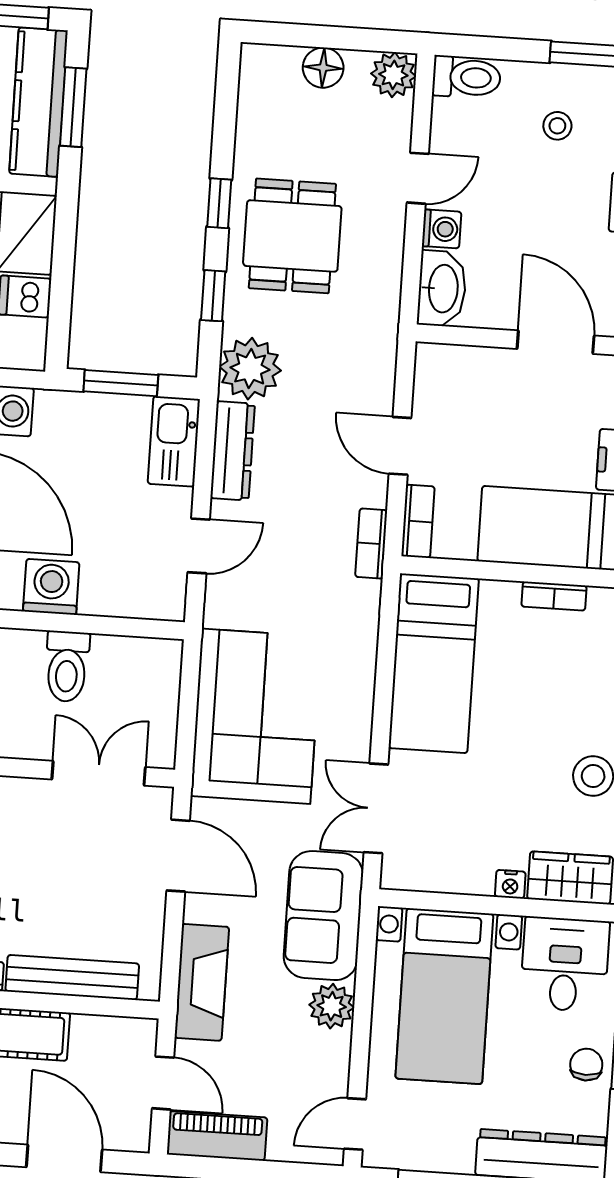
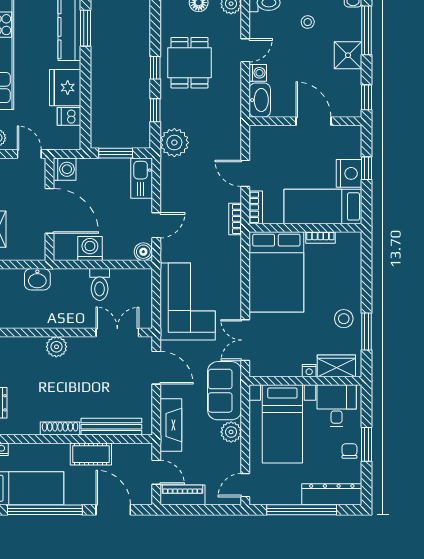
dining table: (292, 236) -> (189, 63), moved
dresser: (233, 451) -> (169, 181), removed
boiler: (167, 602) -> (143, 252), added
bed: (434, 663) -> (276, 272), width x1.50

